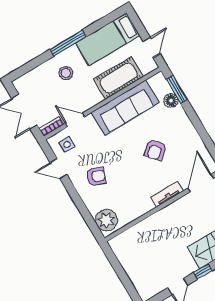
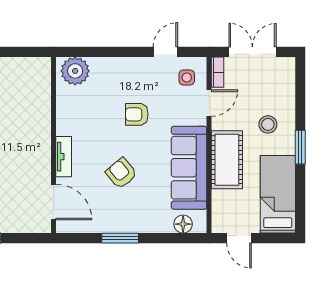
window: (68, 43) -> (300, 147), width x0.69
cot: (119, 78) -> (227, 160), moved
window: (177, 89) -> (120, 238), moved
floor lamp: (171, 100) -> (183, 224), moved
armchair: (96, 176) -> (137, 114), moved, turned 69

